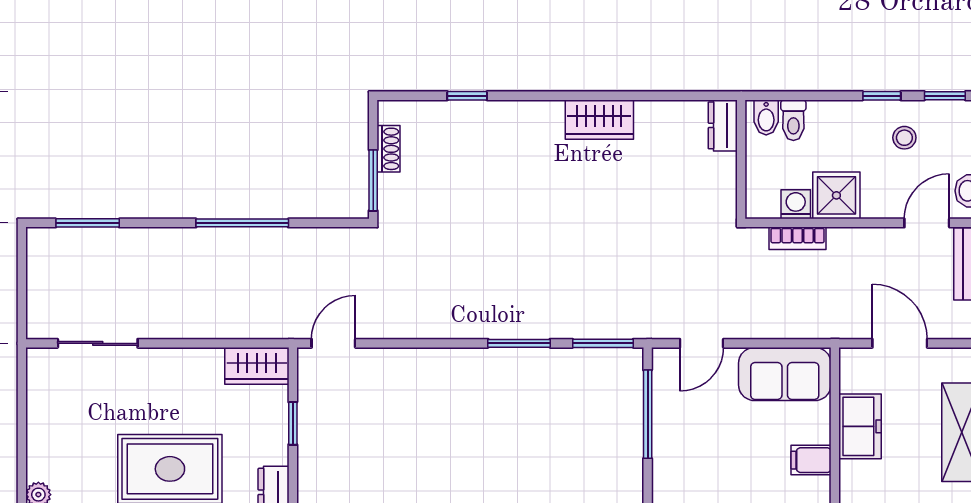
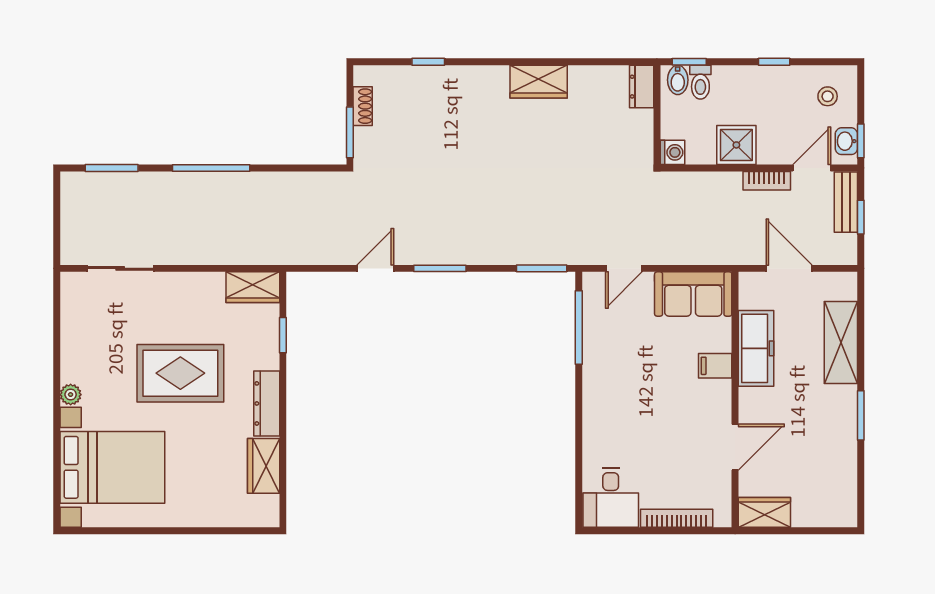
window: (945, 96) -> (689, 62), moved
stool: (904, 138) -> (828, 96), moved
washing machine: (796, 204) -> (672, 152), moved, turned 90
window: (242, 223) -> (211, 168), moved
bookcase: (798, 238) -> (767, 181), moved
door: (333, 343) -> (375, 268), moved
window: (519, 343) -> (440, 268), moved
freezer: (860, 426) -> (756, 348), width x1.40

